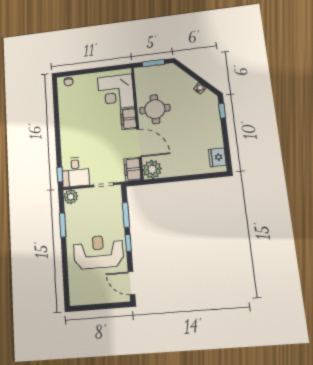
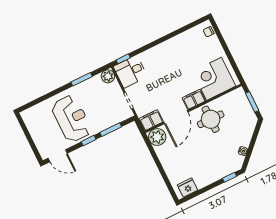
door: (132, 283) -> (58, 156), swing flipped

